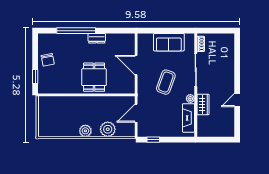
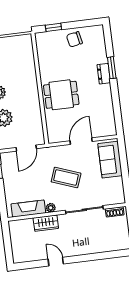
window: (76, 31) -> (112, 68), width x0.47
dresser: (97, 38) -> (104, 74), moved
sofa: (169, 42) -> (110, 160), moved
door: (136, 113) -> (26, 148), swing flipped

